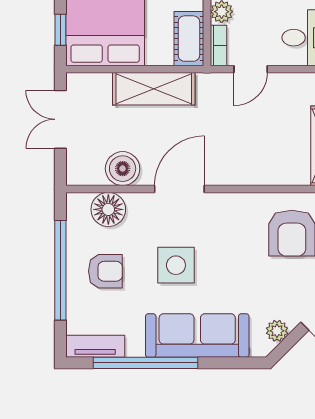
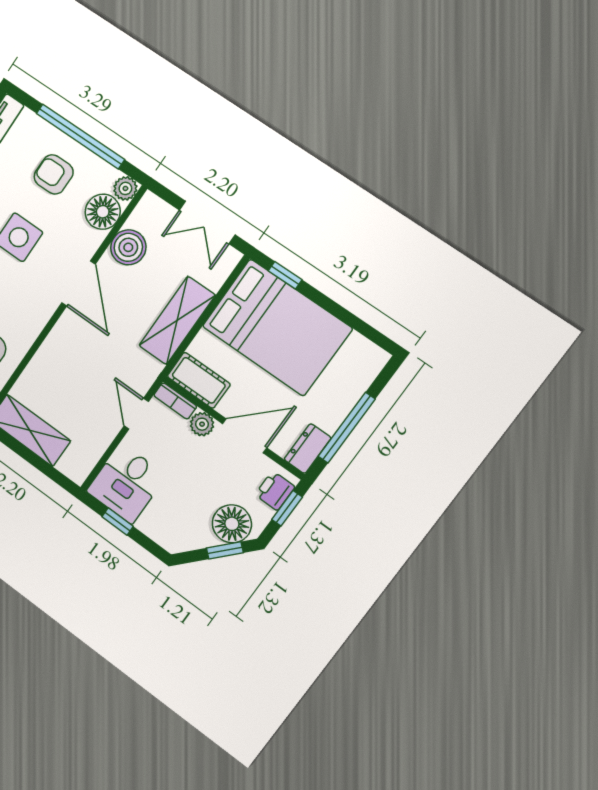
double door: (60, 119) -> (207, 222), swing flipped
plant: (77, 204) -> (125, 188), added
armchair: (105, 271) -> (54, 174), turned 90

